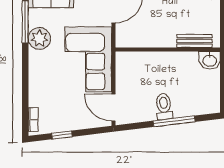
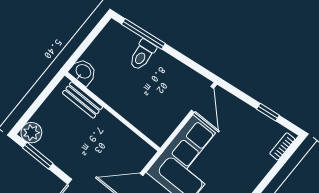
toilet: (164, 106) -> (142, 55), moved
window: (174, 121) -> (143, 34), moved

